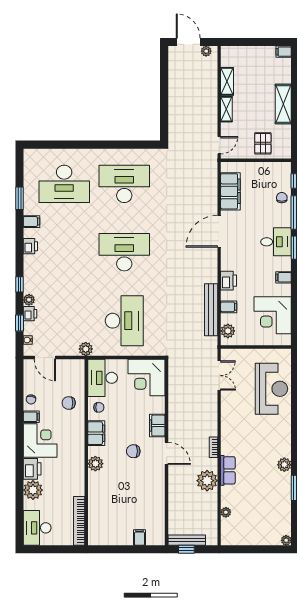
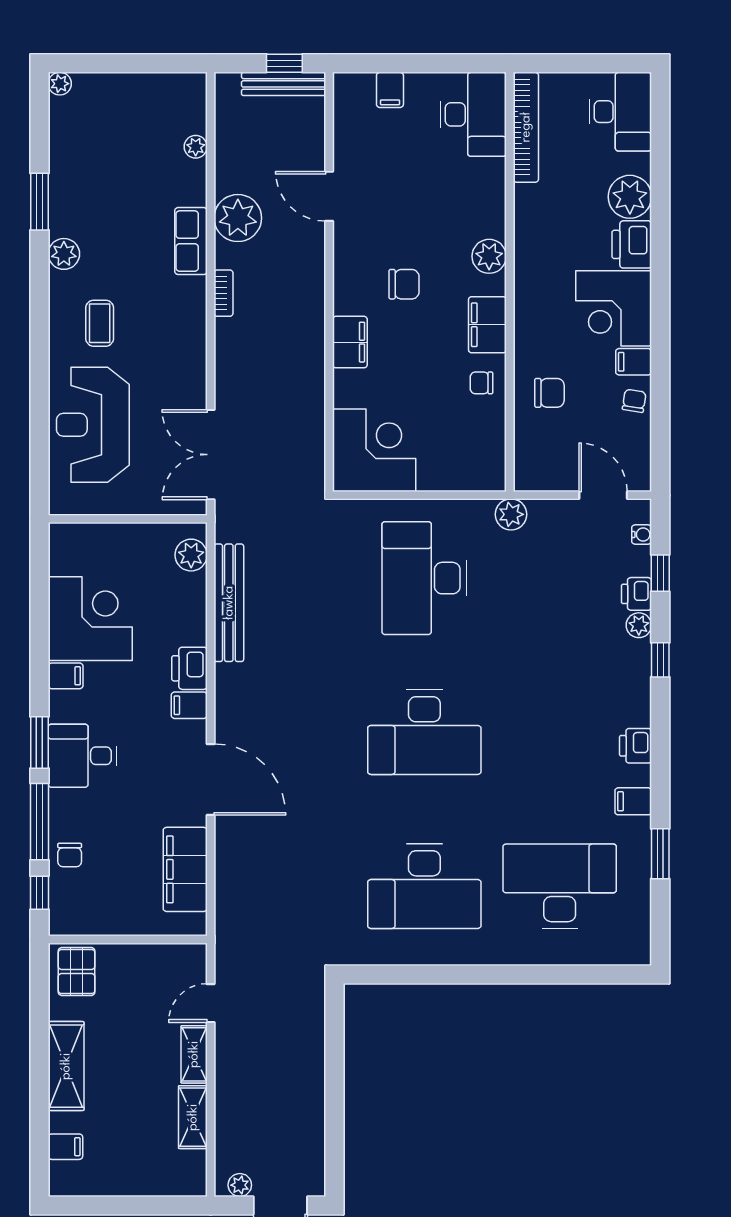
filing cabinet: (284, 52) -> (65, 1147), moved
pallet: (263, 143) -> (77, 972), moved
door: (219, 145) -> (211, 1003), moved
door: (219, 231) -> (211, 779), hinge flipped
filing cabinet: (229, 307) -> (189, 705), moved
corner desk: (273, 315) -> (90, 619), moved
double door: (219, 376) -> (211, 455), width x1.37
desk: (103, 378) -> (473, 114), moved
coffee table: (268, 434) -> (100, 323), added
door: (167, 453) -> (329, 196), moved

